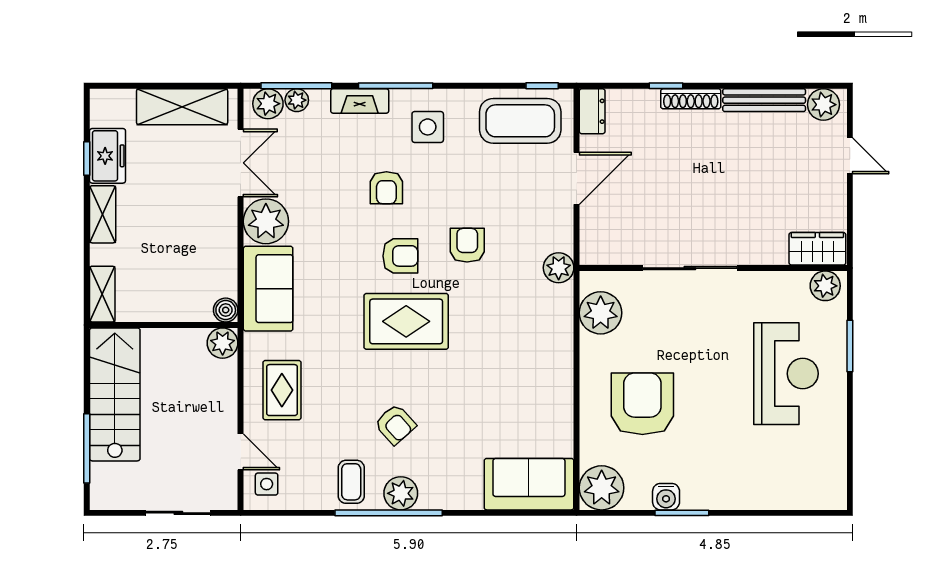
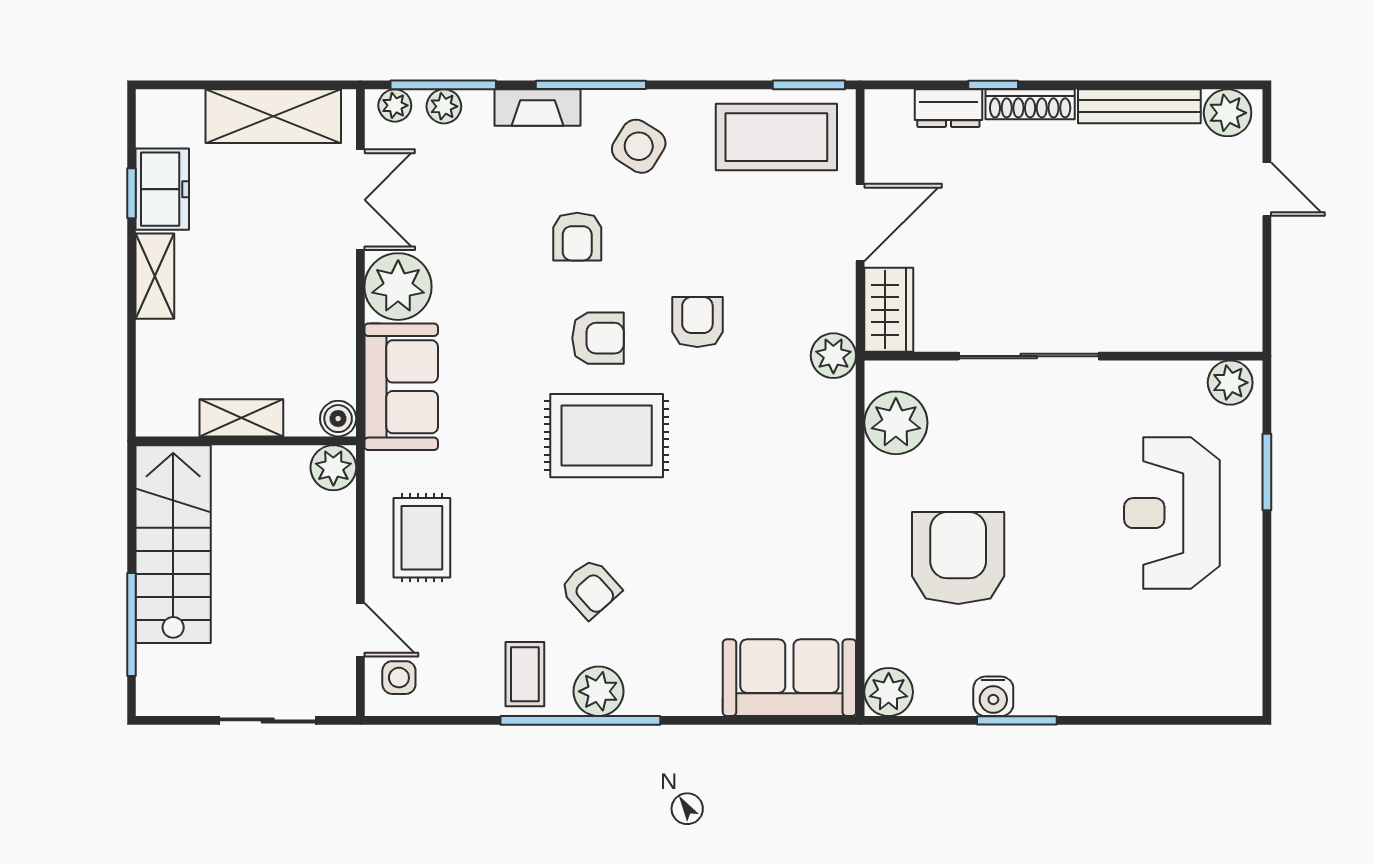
window: (542, 86) -> (809, 85), width x1.50
plant: (268, 104) -> (395, 105), width x0.73, depth x0.73
dresser: (592, 111) -> (948, 108), moved, turned 90
side table: (428, 127) -> (639, 146), turned 32
wardrobe: (817, 249) -> (889, 310), moved, turned 90
shelving: (102, 294) -> (241, 418), moved, turned 90
reception desk: (786, 374) -> (1172, 513), turned 180
plant: (602, 488) -> (889, 692), width x0.73, depth x0.73

